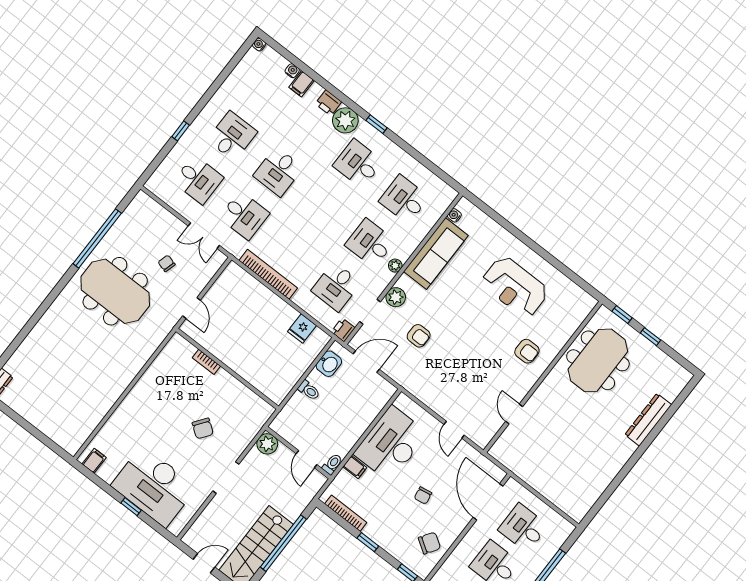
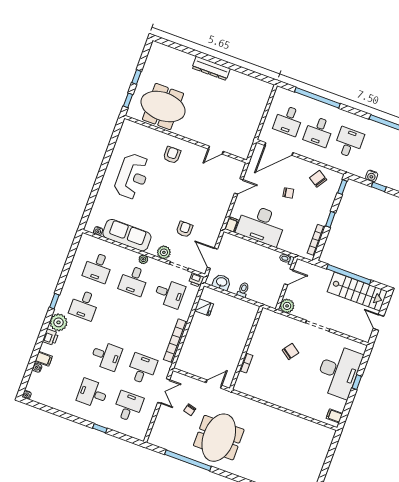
dresser: (648, 420) -> (211, 68), moved
filing cabinet: (355, 467) -> (231, 224), moved

